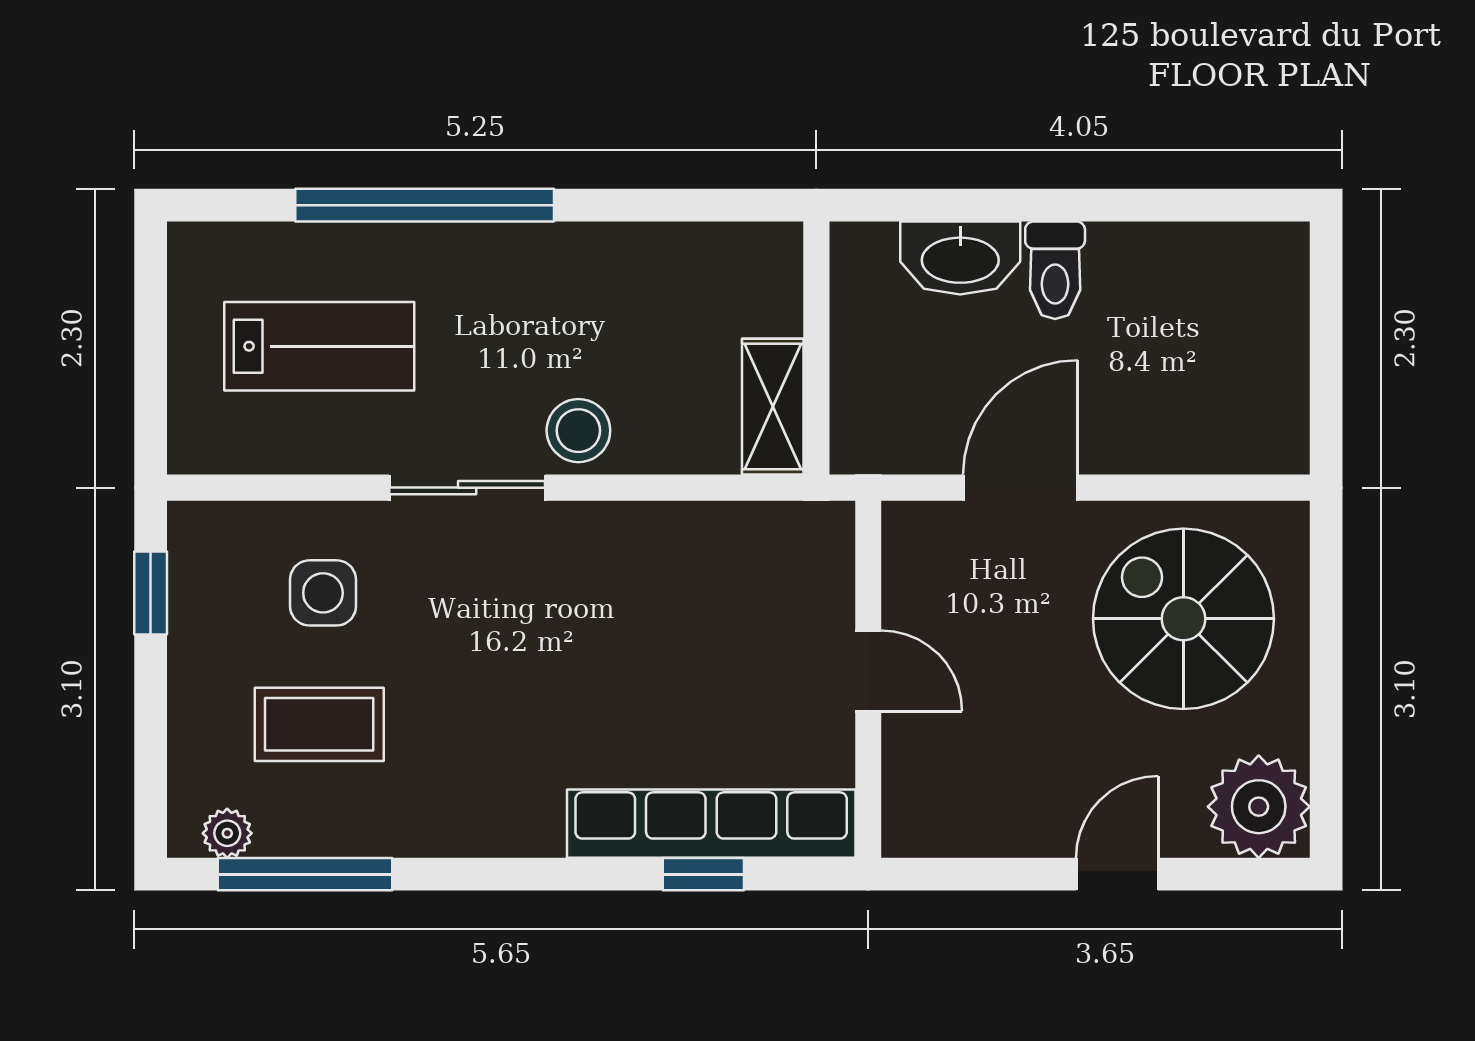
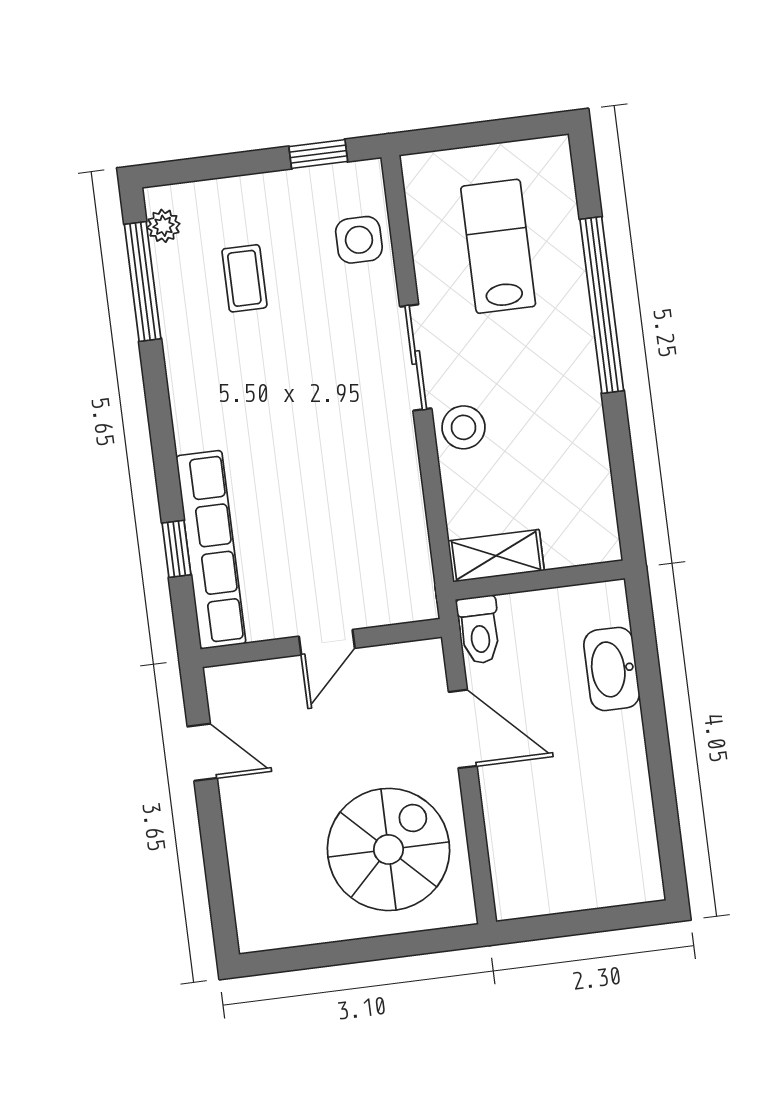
toilet: (1055, 270) -> (479, 630), moved, turned -90
lab bench: (319, 346) -> (498, 246), turned 180
side table: (323, 593) -> (359, 240), moved
coffee table: (319, 724) -> (244, 278), width x0.73, depth x0.77
plant: (1259, 807) -> (269, 916), removed
door: (1117, 874) -> (202, 752), moved

